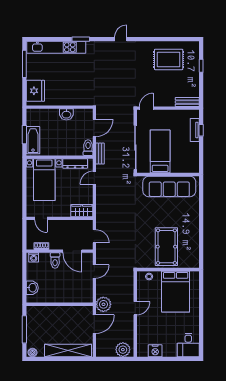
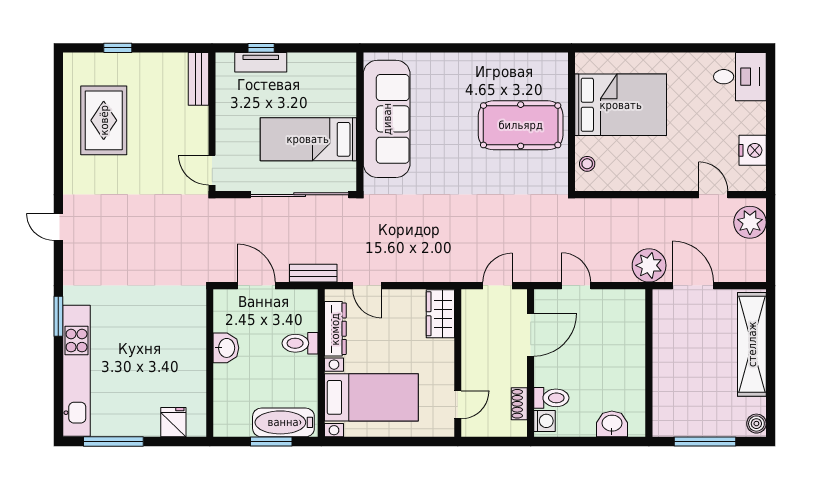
fridge: (35, 91) -> (173, 422), width x0.53, depth x0.75
toilet: (88, 148) -> (300, 343), moved
toilet: (55, 260) -> (551, 398), moved
door: (135, 308) -> (713, 195), moved

